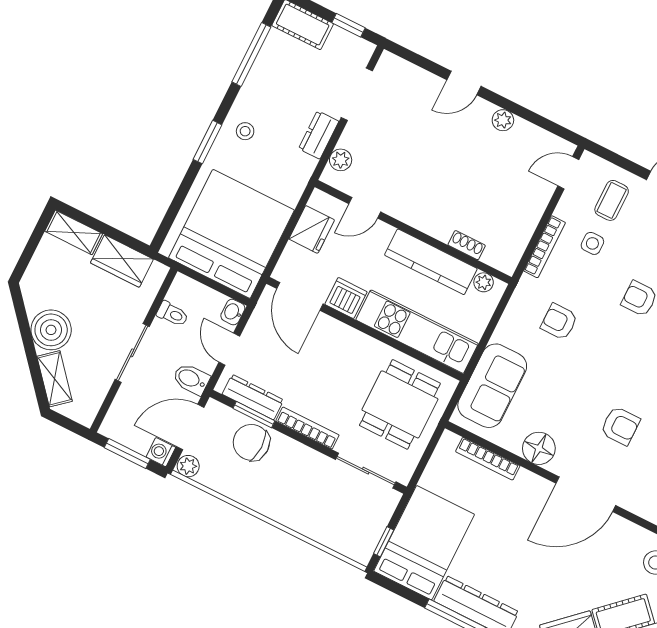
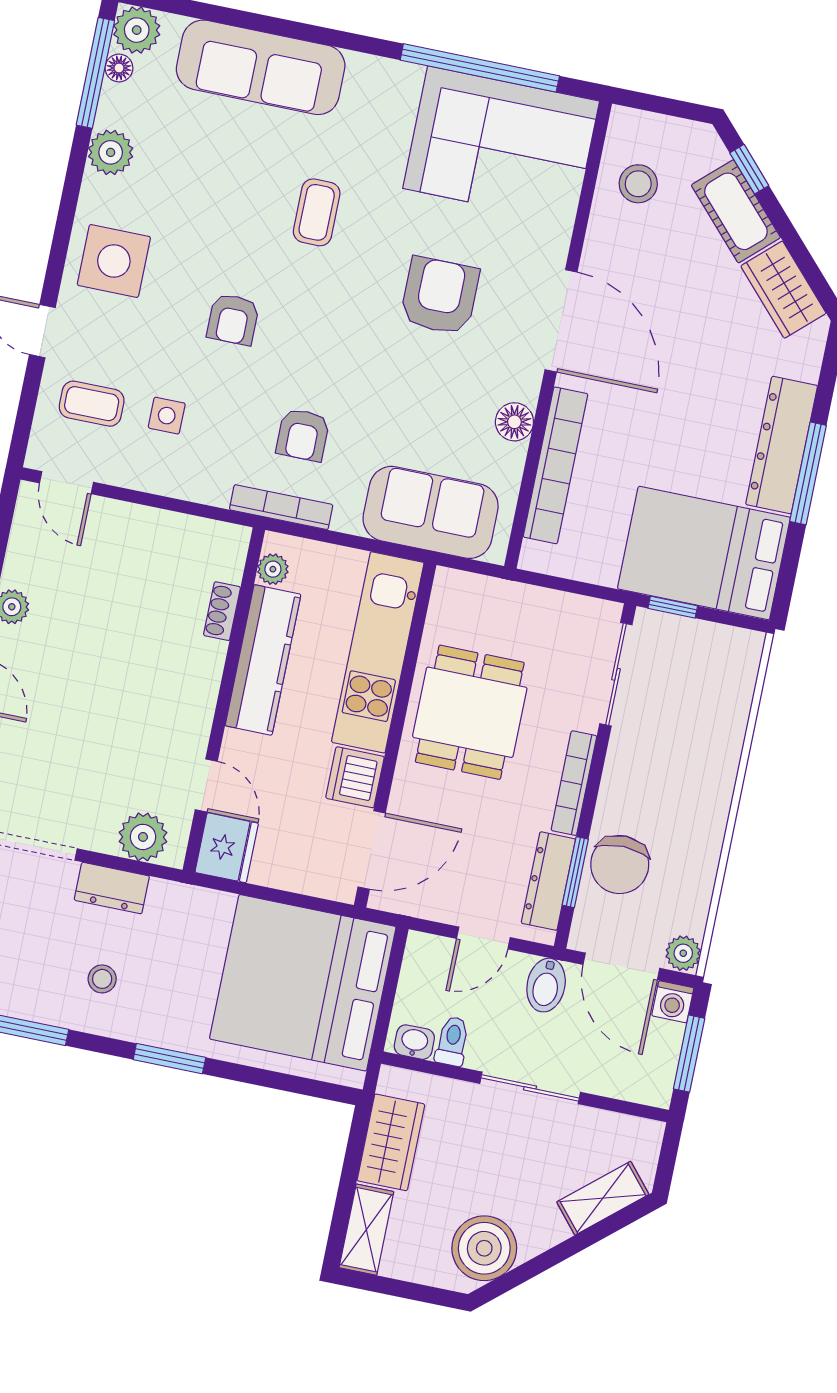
stool: (245, 131) -> (102, 979), moved
plant: (341, 160) -> (143, 837), width x1.38, depth x1.38
fridge: (312, 229) -> (227, 848), moved, turned 90
bookcase: (545, 247) -> (281, 507), moved
washbasin: (233, 312) -> (414, 1042), moved, turned 180
boiler: (51, 330) -> (484, 1248), moved
dining table: (400, 404) -> (470, 712), moved, turned 90
armchair: (620, 426) -> (440, 296), width x1.38, depth x1.38
floor lamp: (539, 448) -> (514, 422), width x0.73, depth x0.73
bookcase: (488, 459) -> (555, 465), width x1.48, depth x1.31
window: (384, 542) -> (673, 607), moved

